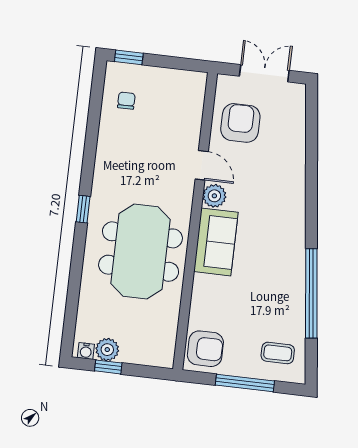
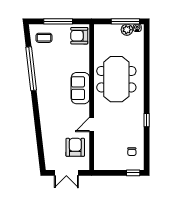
armchair: (240, 123) -> (75, 147), turned 180
door: (202, 165) -> (92, 125), hinge flipped
plant: (214, 196) -> (84, 110), removed
window: (83, 209) -> (147, 120), moved
window: (108, 367) -> (125, 21), width x2.17

